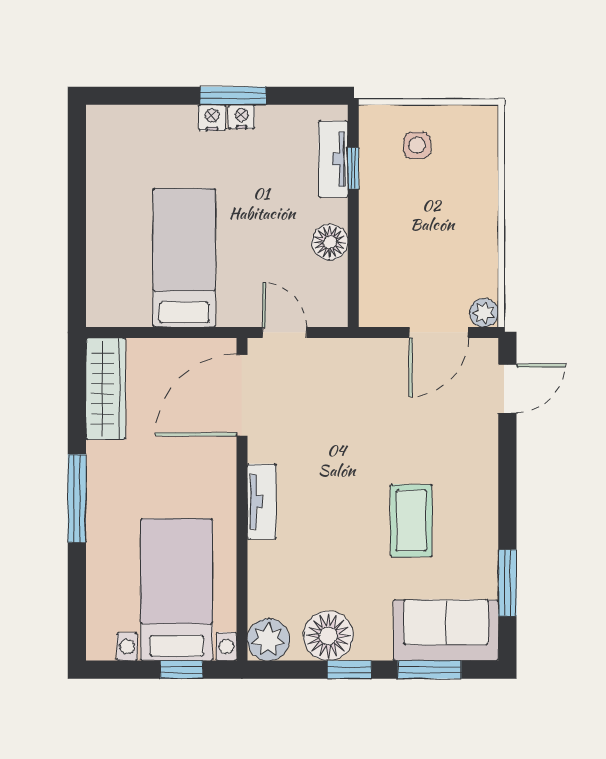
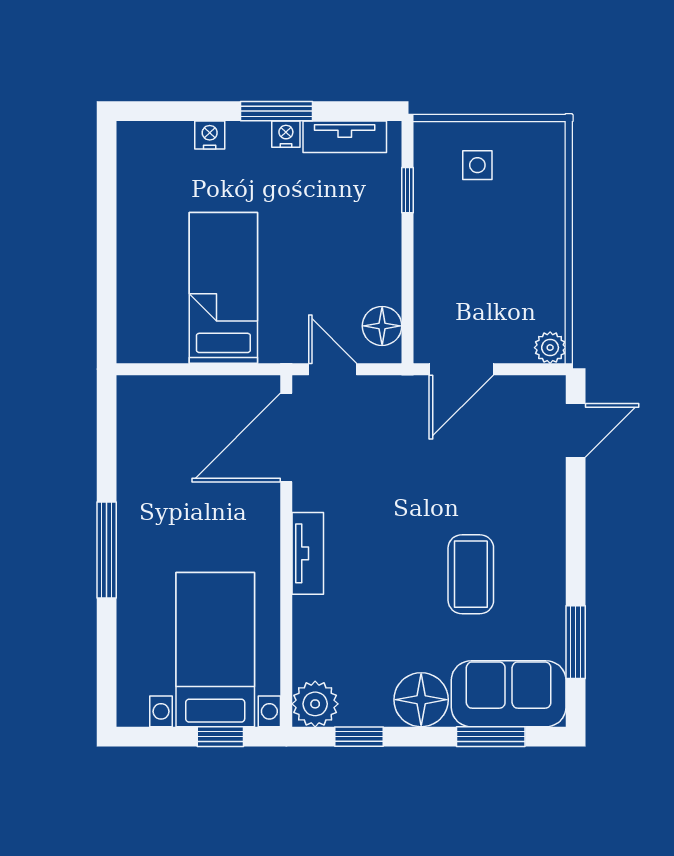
nightstand: (212, 118) -> (210, 135), moved
tv unit: (333, 159) -> (345, 137), moved, turned -90
floor lamp: (330, 242) -> (382, 326), moved
door: (439, 332) -> (461, 369), moved
wardrobe: (106, 389) -> (138, 430), removed
floor lamp: (328, 636) -> (421, 700), moved
window: (349, 670) -> (359, 737), moved

